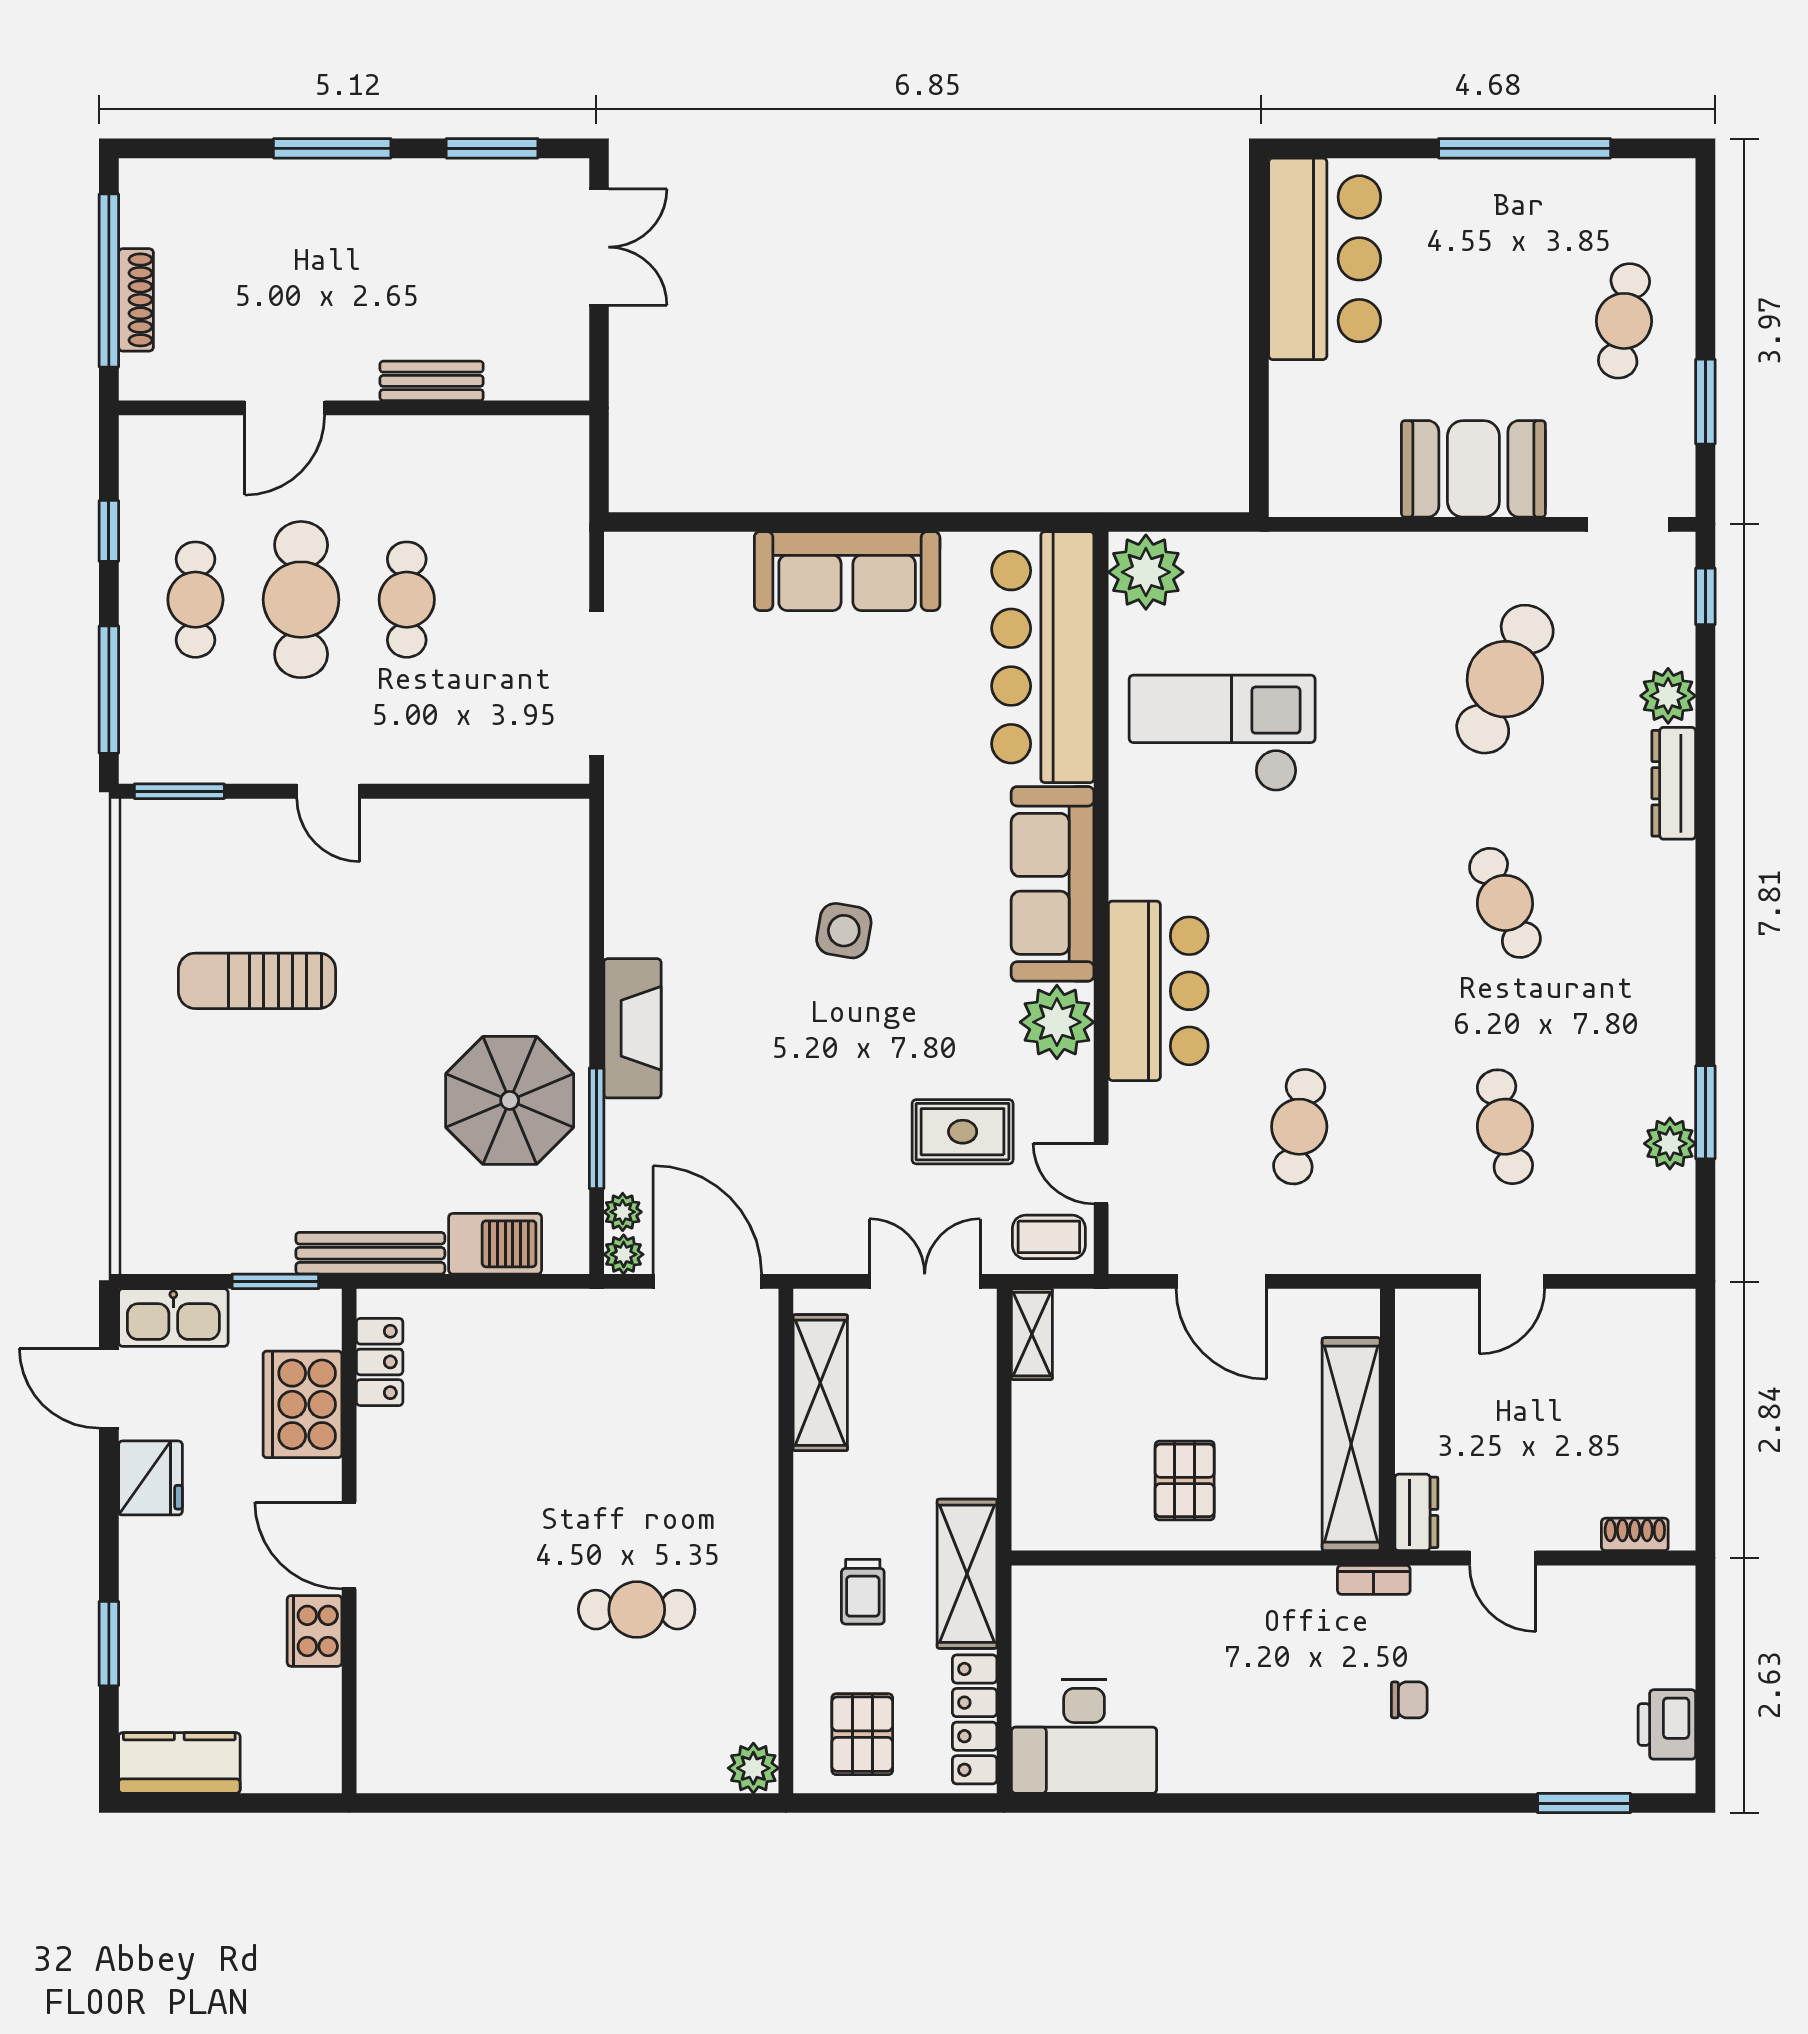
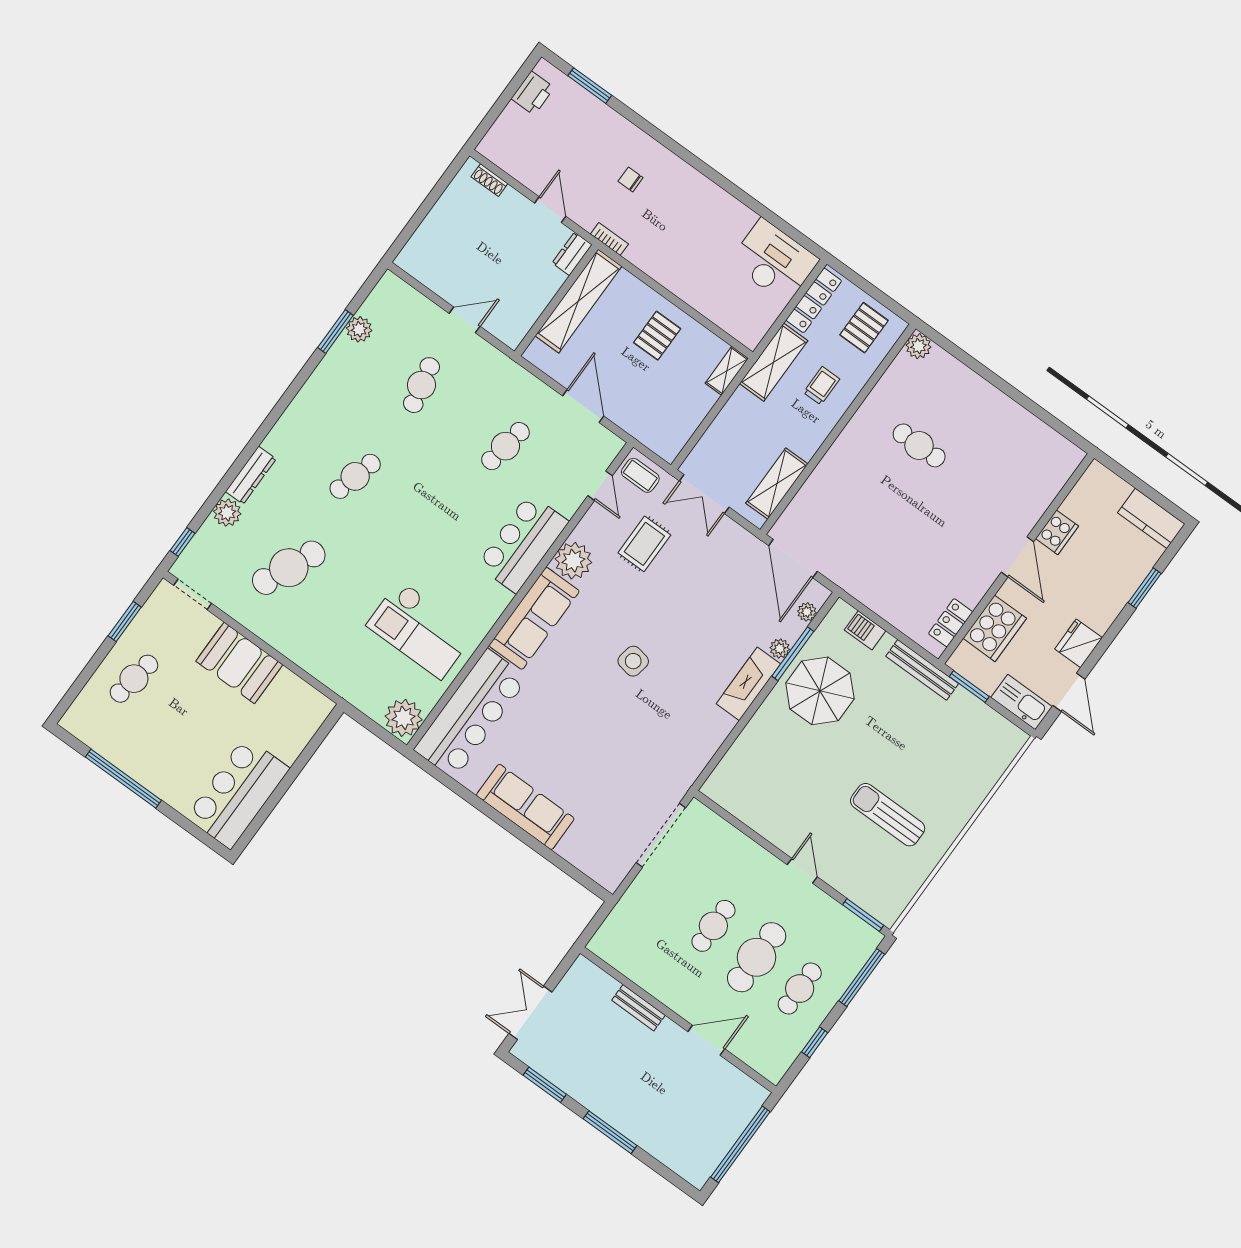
shoe rack: (136, 300) -> (735, 1128), removed
cafe table: (1505, 903) -> (355, 476), turned 39
sun lounger: (257, 981) -> (888, 815), turned 180
rug: (963, 1132) -> (644, 544), turned 90
barbecue: (495, 1244) -> (865, 630), width x0.73, depth x0.79
plant: (624, 1254) -> (780, 649), moved
shelving: (1032, 1334) -> (727, 371), moved

